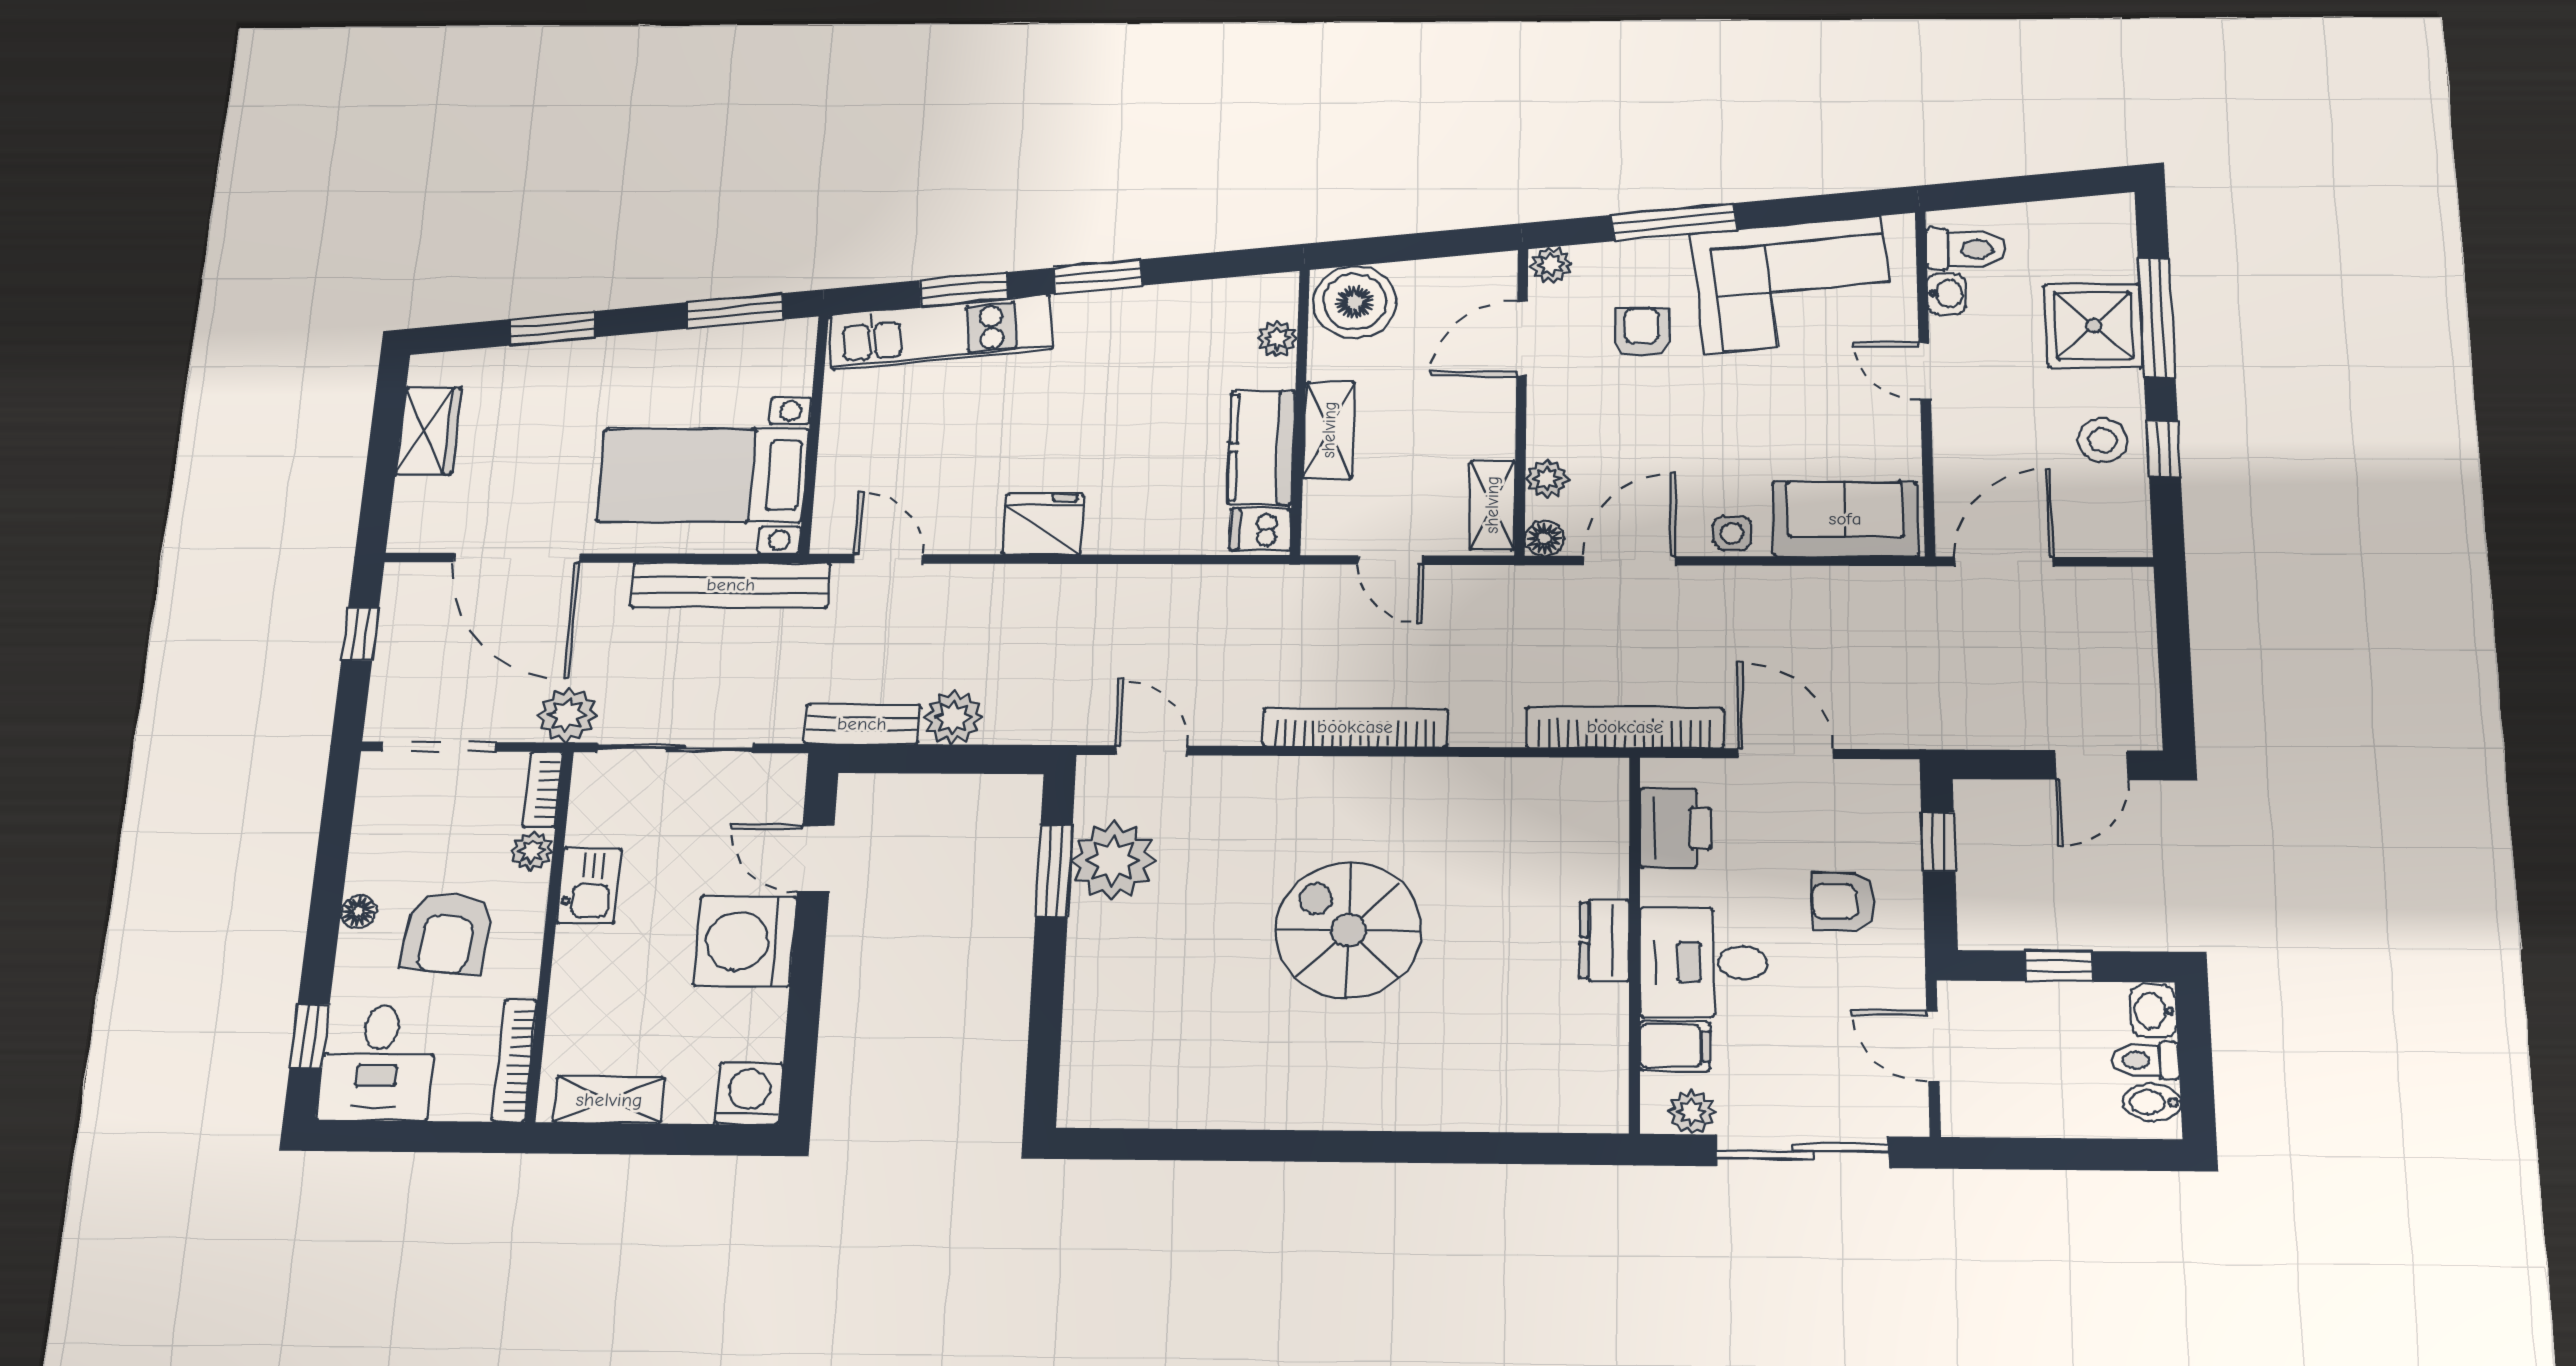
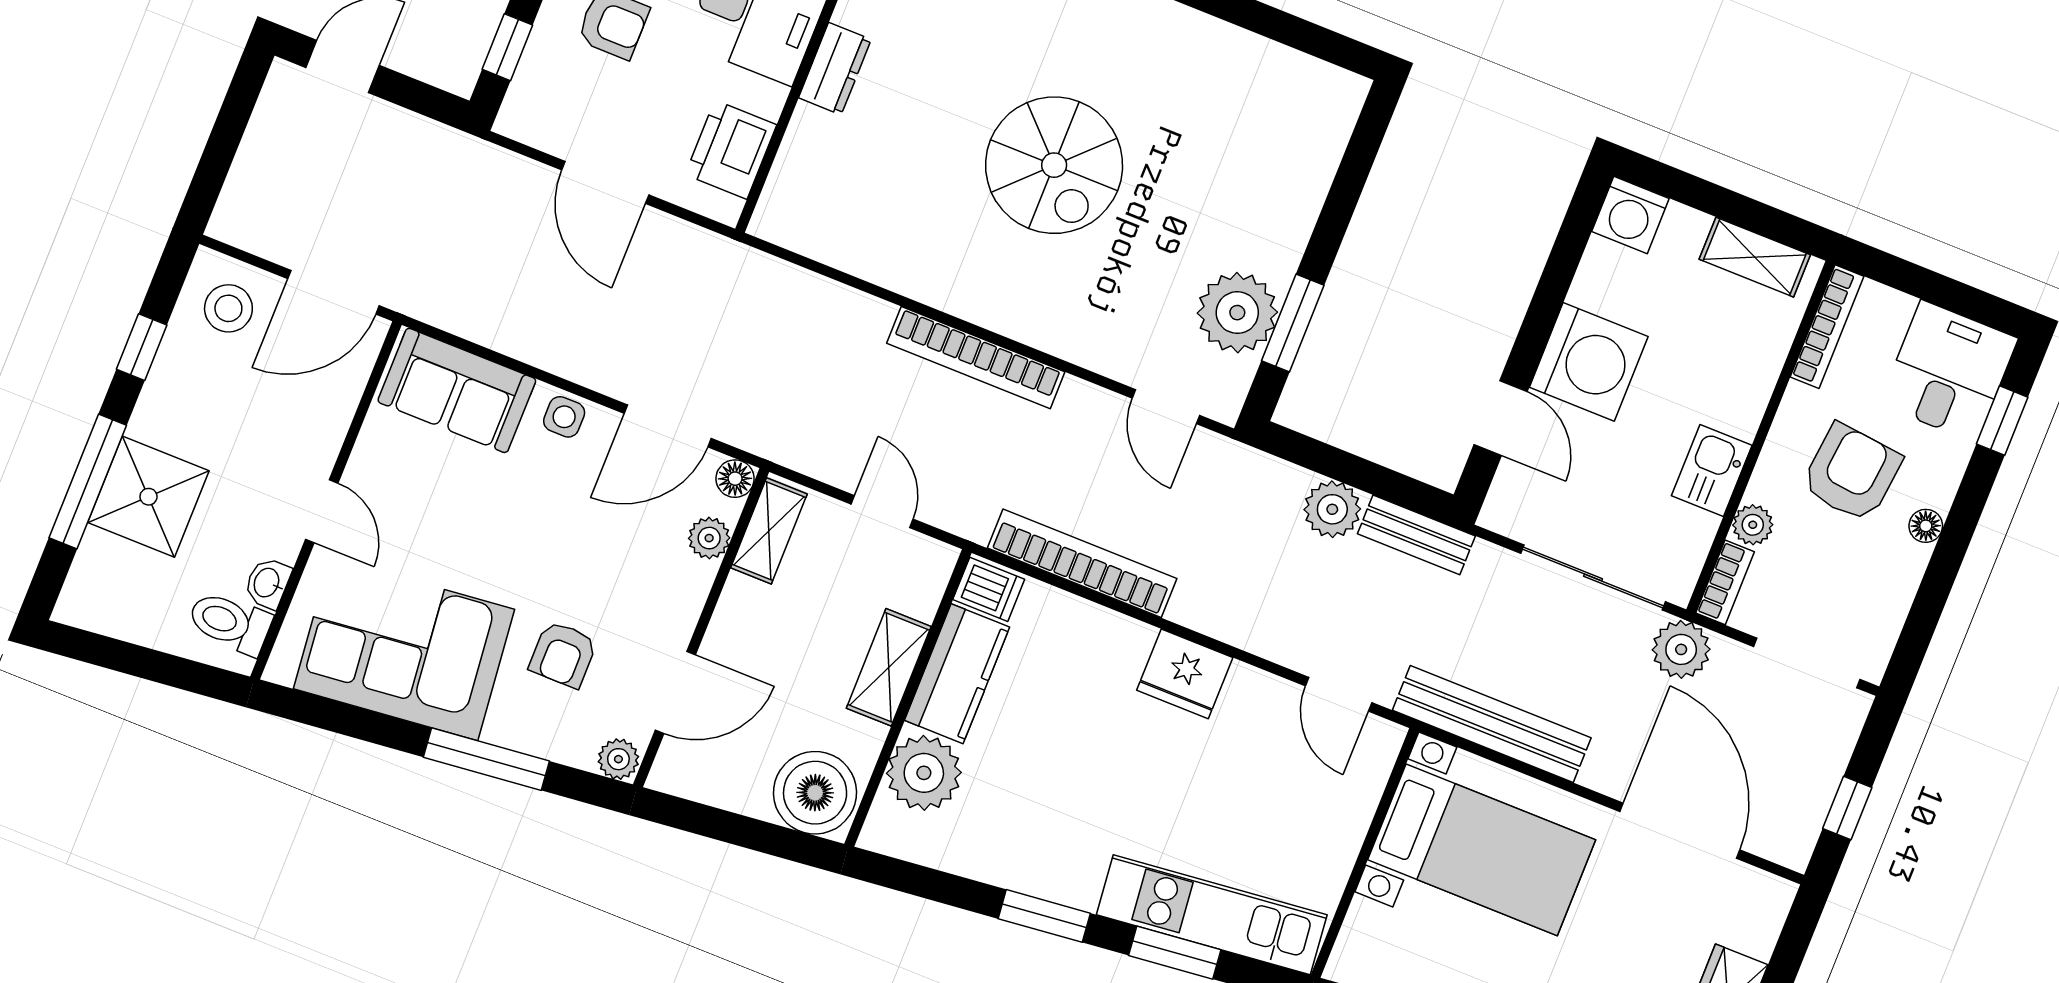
plant: (1277, 338) -> (924, 773), width x1.87, depth x1.87
stool: (2103, 441) -> (228, 308), moved
bookcase: (1625, 727) -> (1082, 563), moved, turned 180

